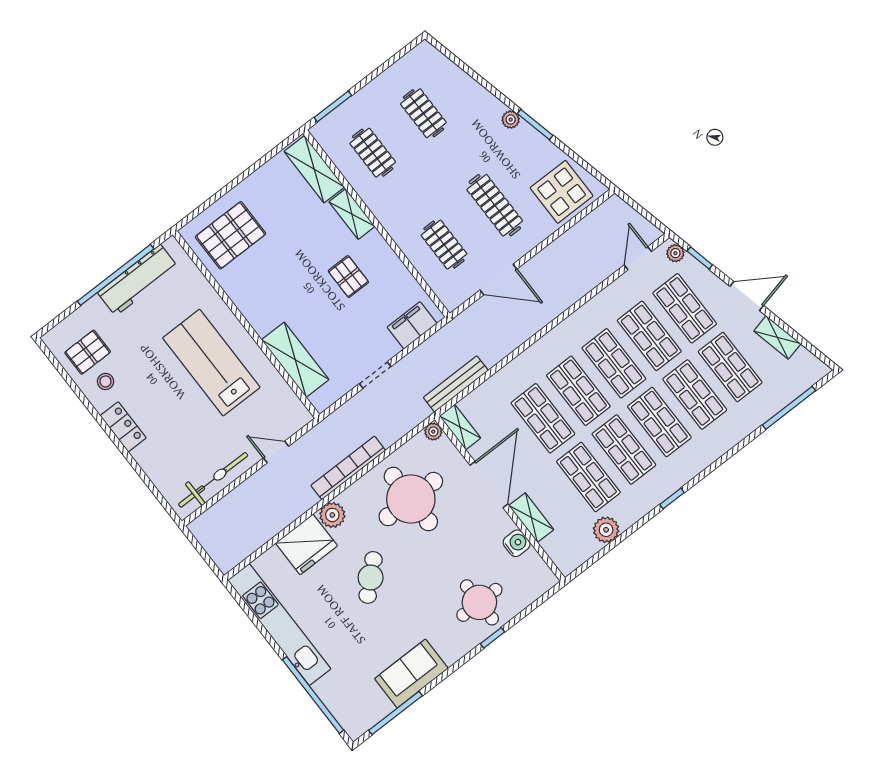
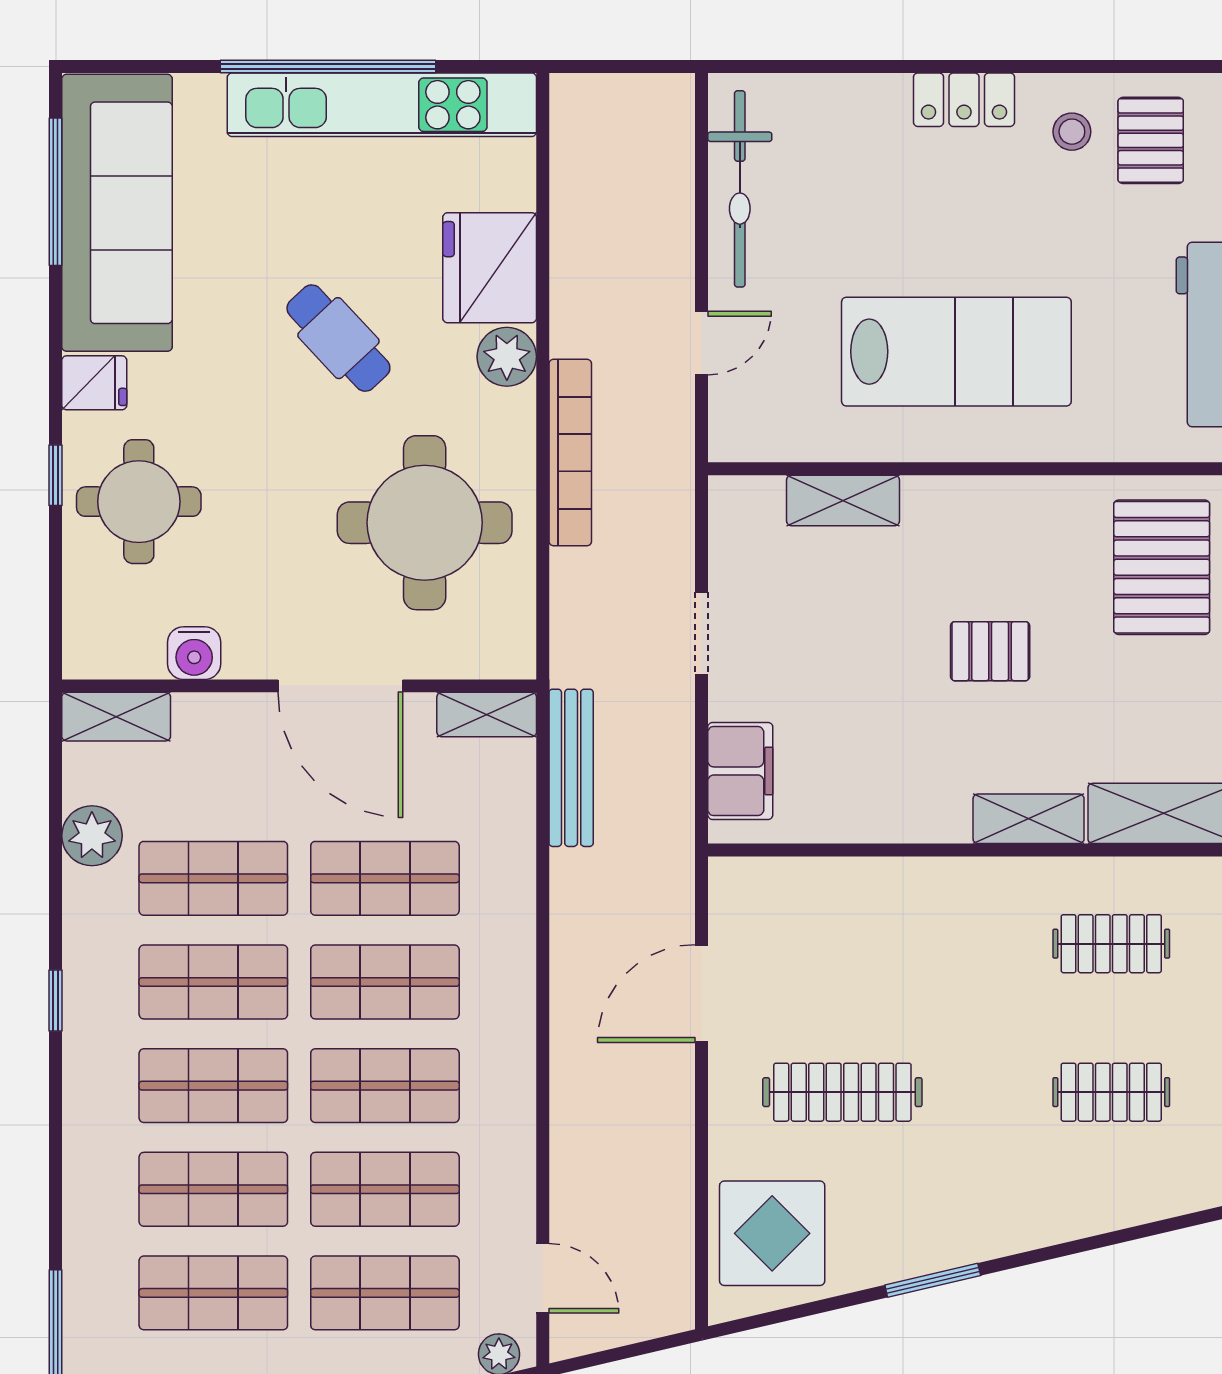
plant: (511, 120) -> (976, 1243), removed
clothes rail: (444, 245) -> (842, 944), removed
pallet: (348, 277) -> (990, 651), moved
shelving: (295, 360) -> (843, 501), width x0.67, depth x0.75
plant: (433, 432) -> (516, 659), removed
shelving: (531, 517) -> (116, 717), moved
fridge: (451, 649) -> (94, 383), added
sofa: (411, 674) -> (117, 213), width x1.85, depth x1.27
window: (313, 695) -> (328, 66), moved

